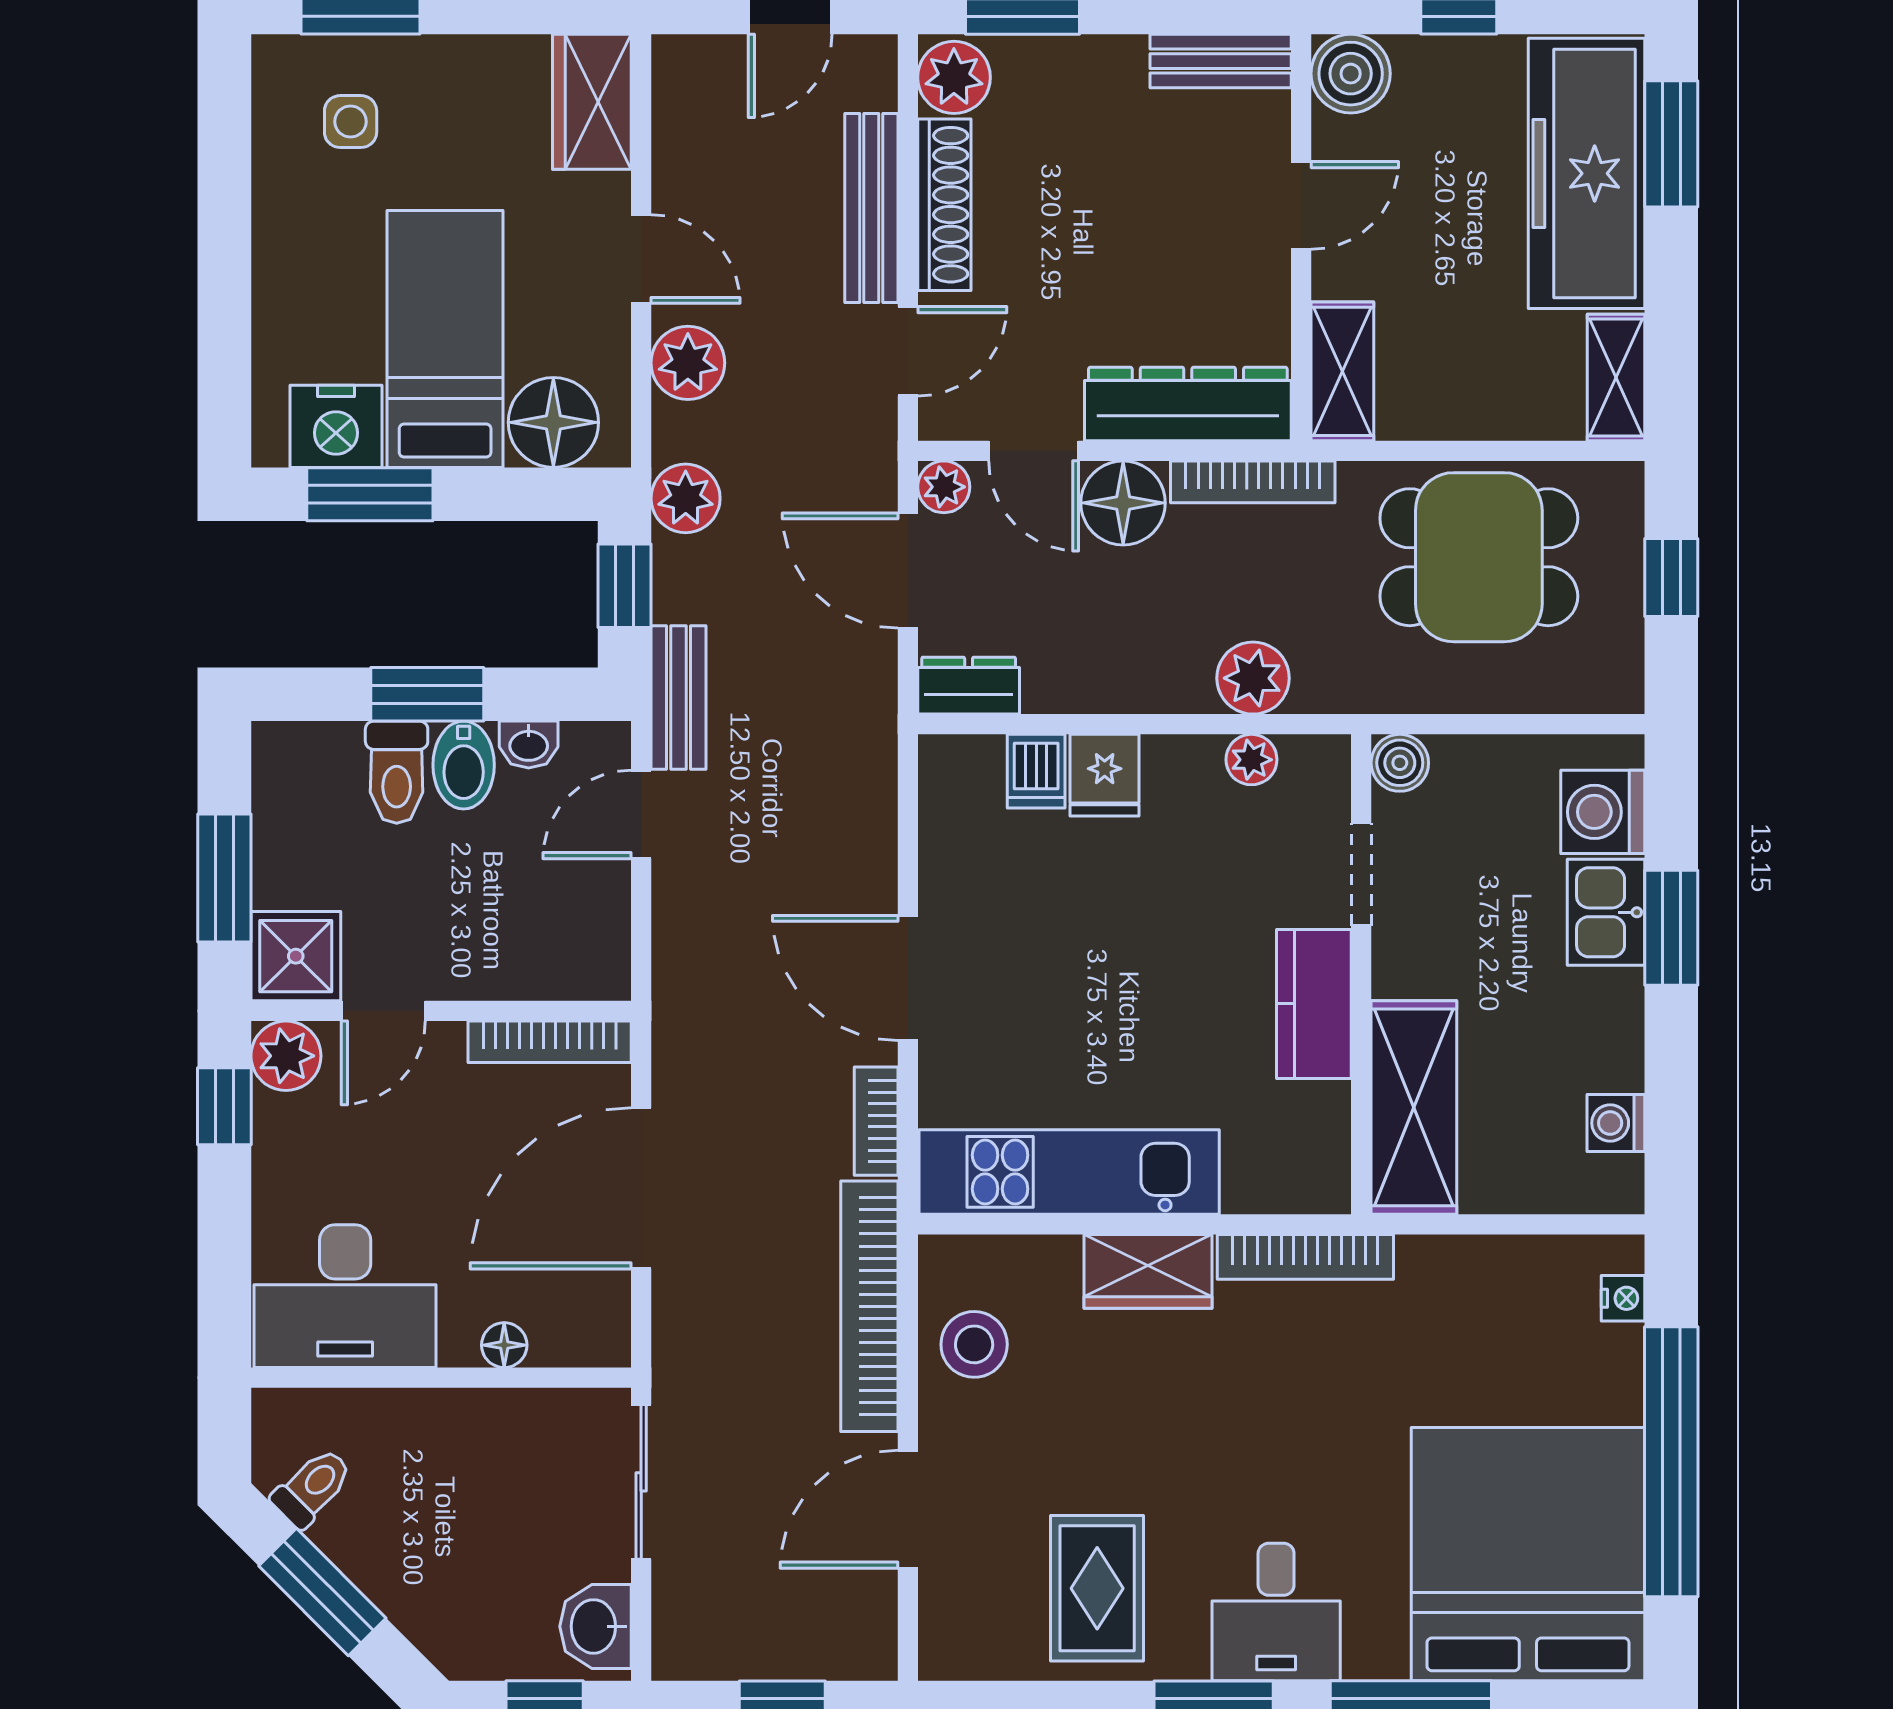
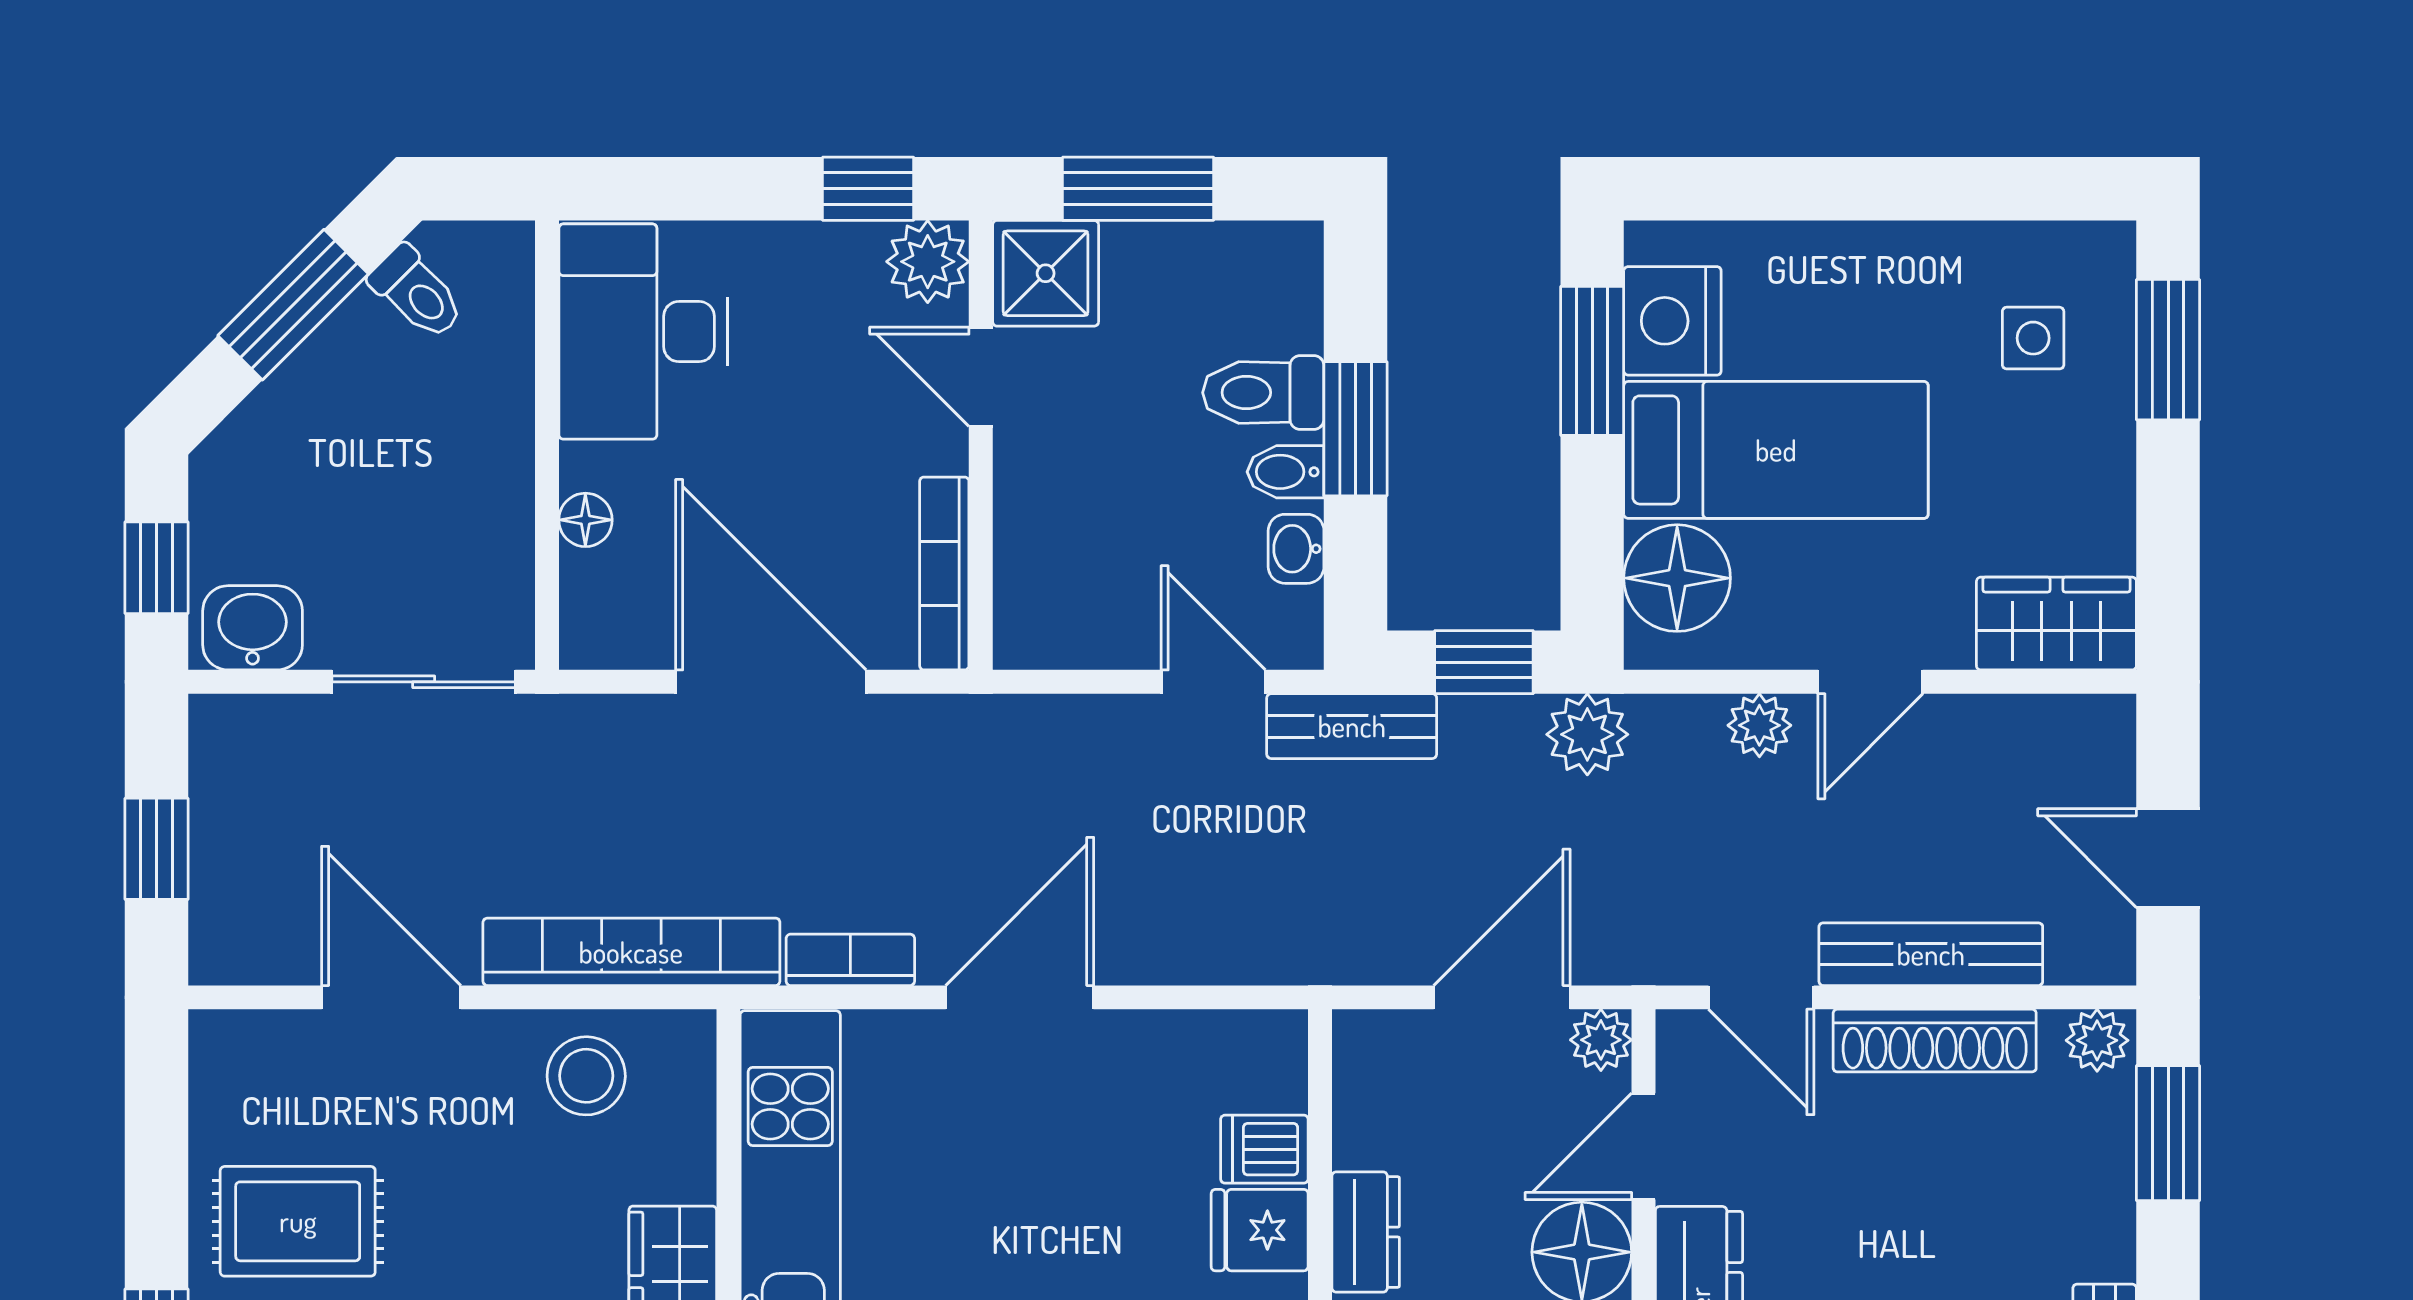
plant: (954, 77) -> (2097, 1040), width x0.73, depth x0.73
plant: (688, 363) -> (1759, 725), width x0.73, depth x0.73
dresser: (969, 686) -> (1366, 1232), moved
bidet: (464, 765) -> (1286, 472), width x0.72, depth x0.74

